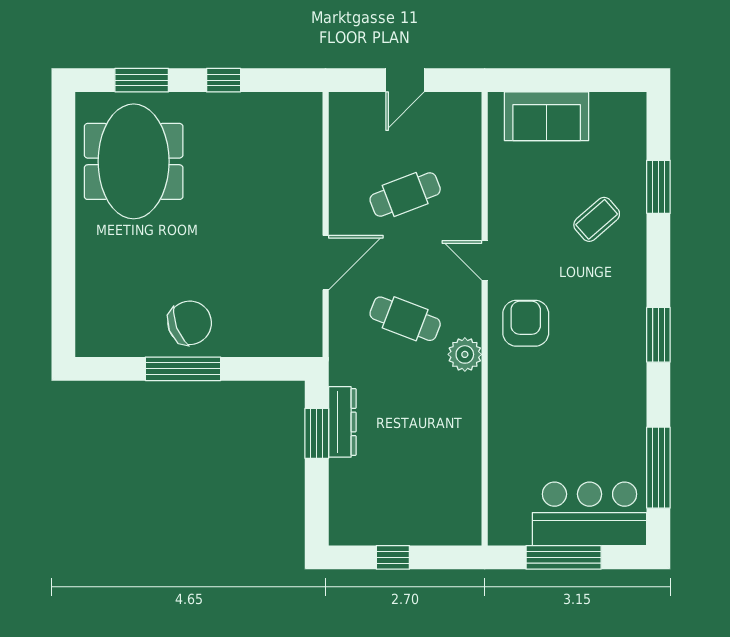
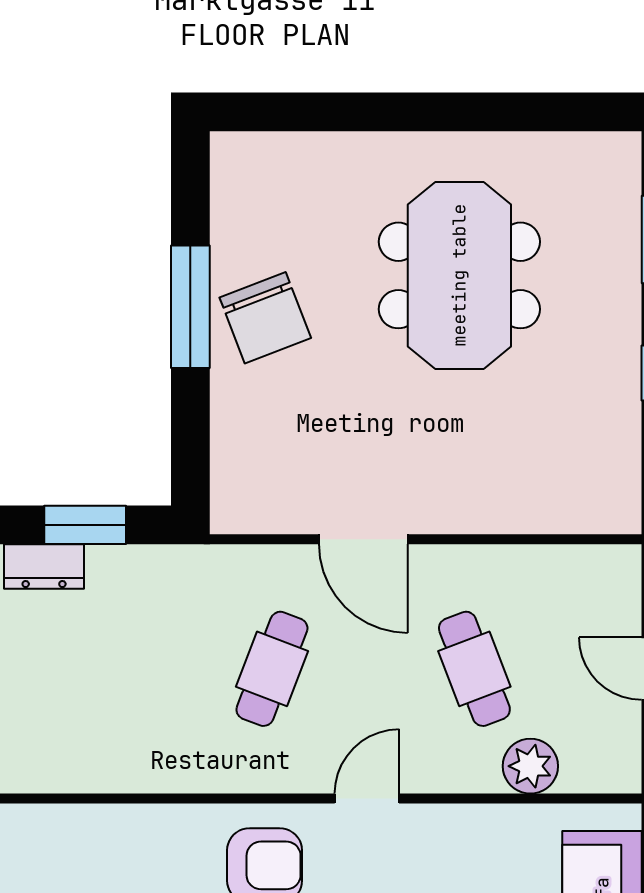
meeting table: (134, 161) -> (459, 275), moved, turned 90
plant: (465, 354) -> (530, 766), moved
dresser: (342, 422) -> (44, 566), moved, width x0.70

